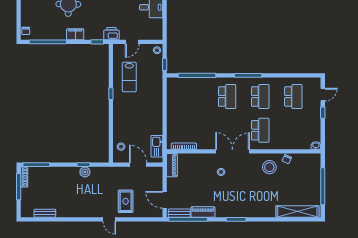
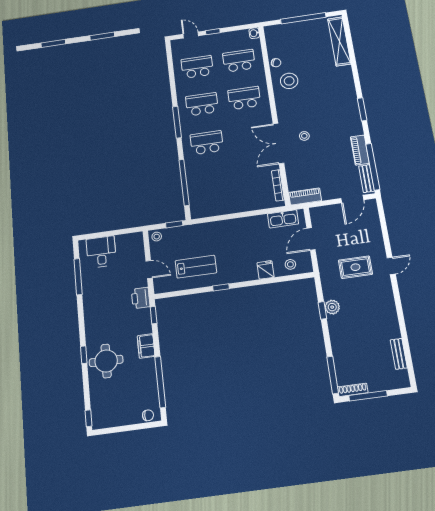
fridge: (119, 128) -> (266, 270), added
school desk: (293, 130) -> (239, 61), added
double door: (232, 151) -> (278, 143), moved
rug: (126, 201) -> (355, 267), moved

